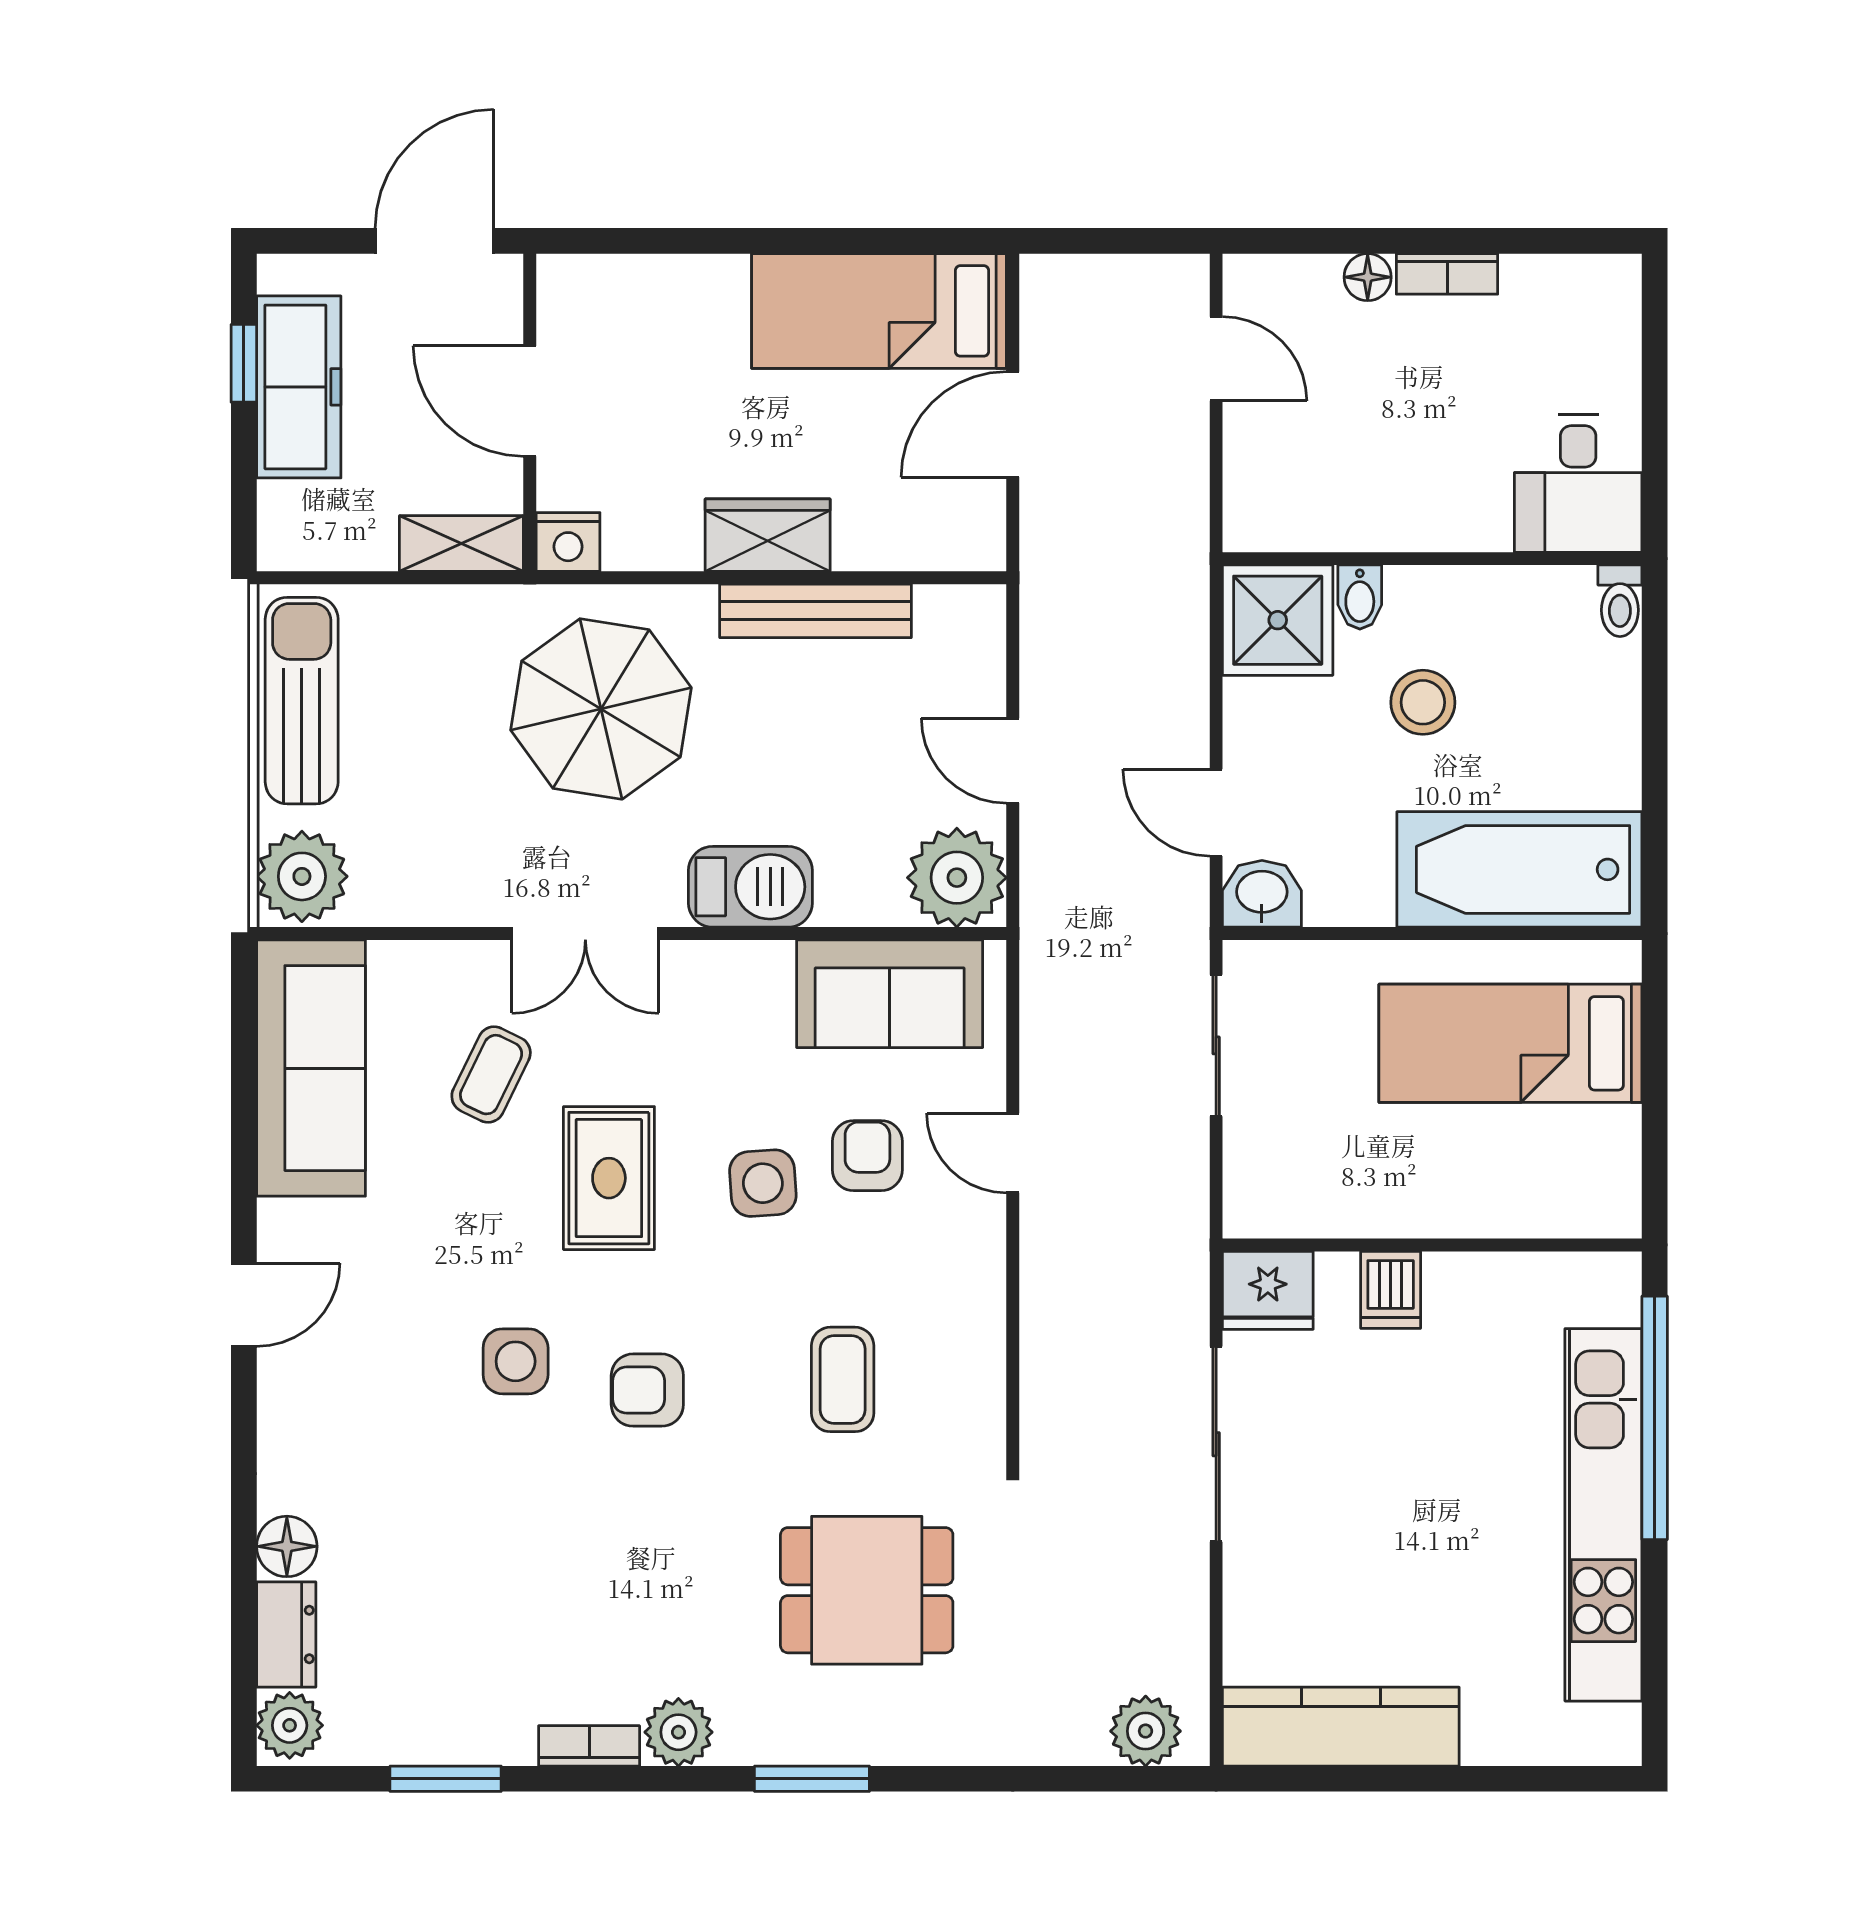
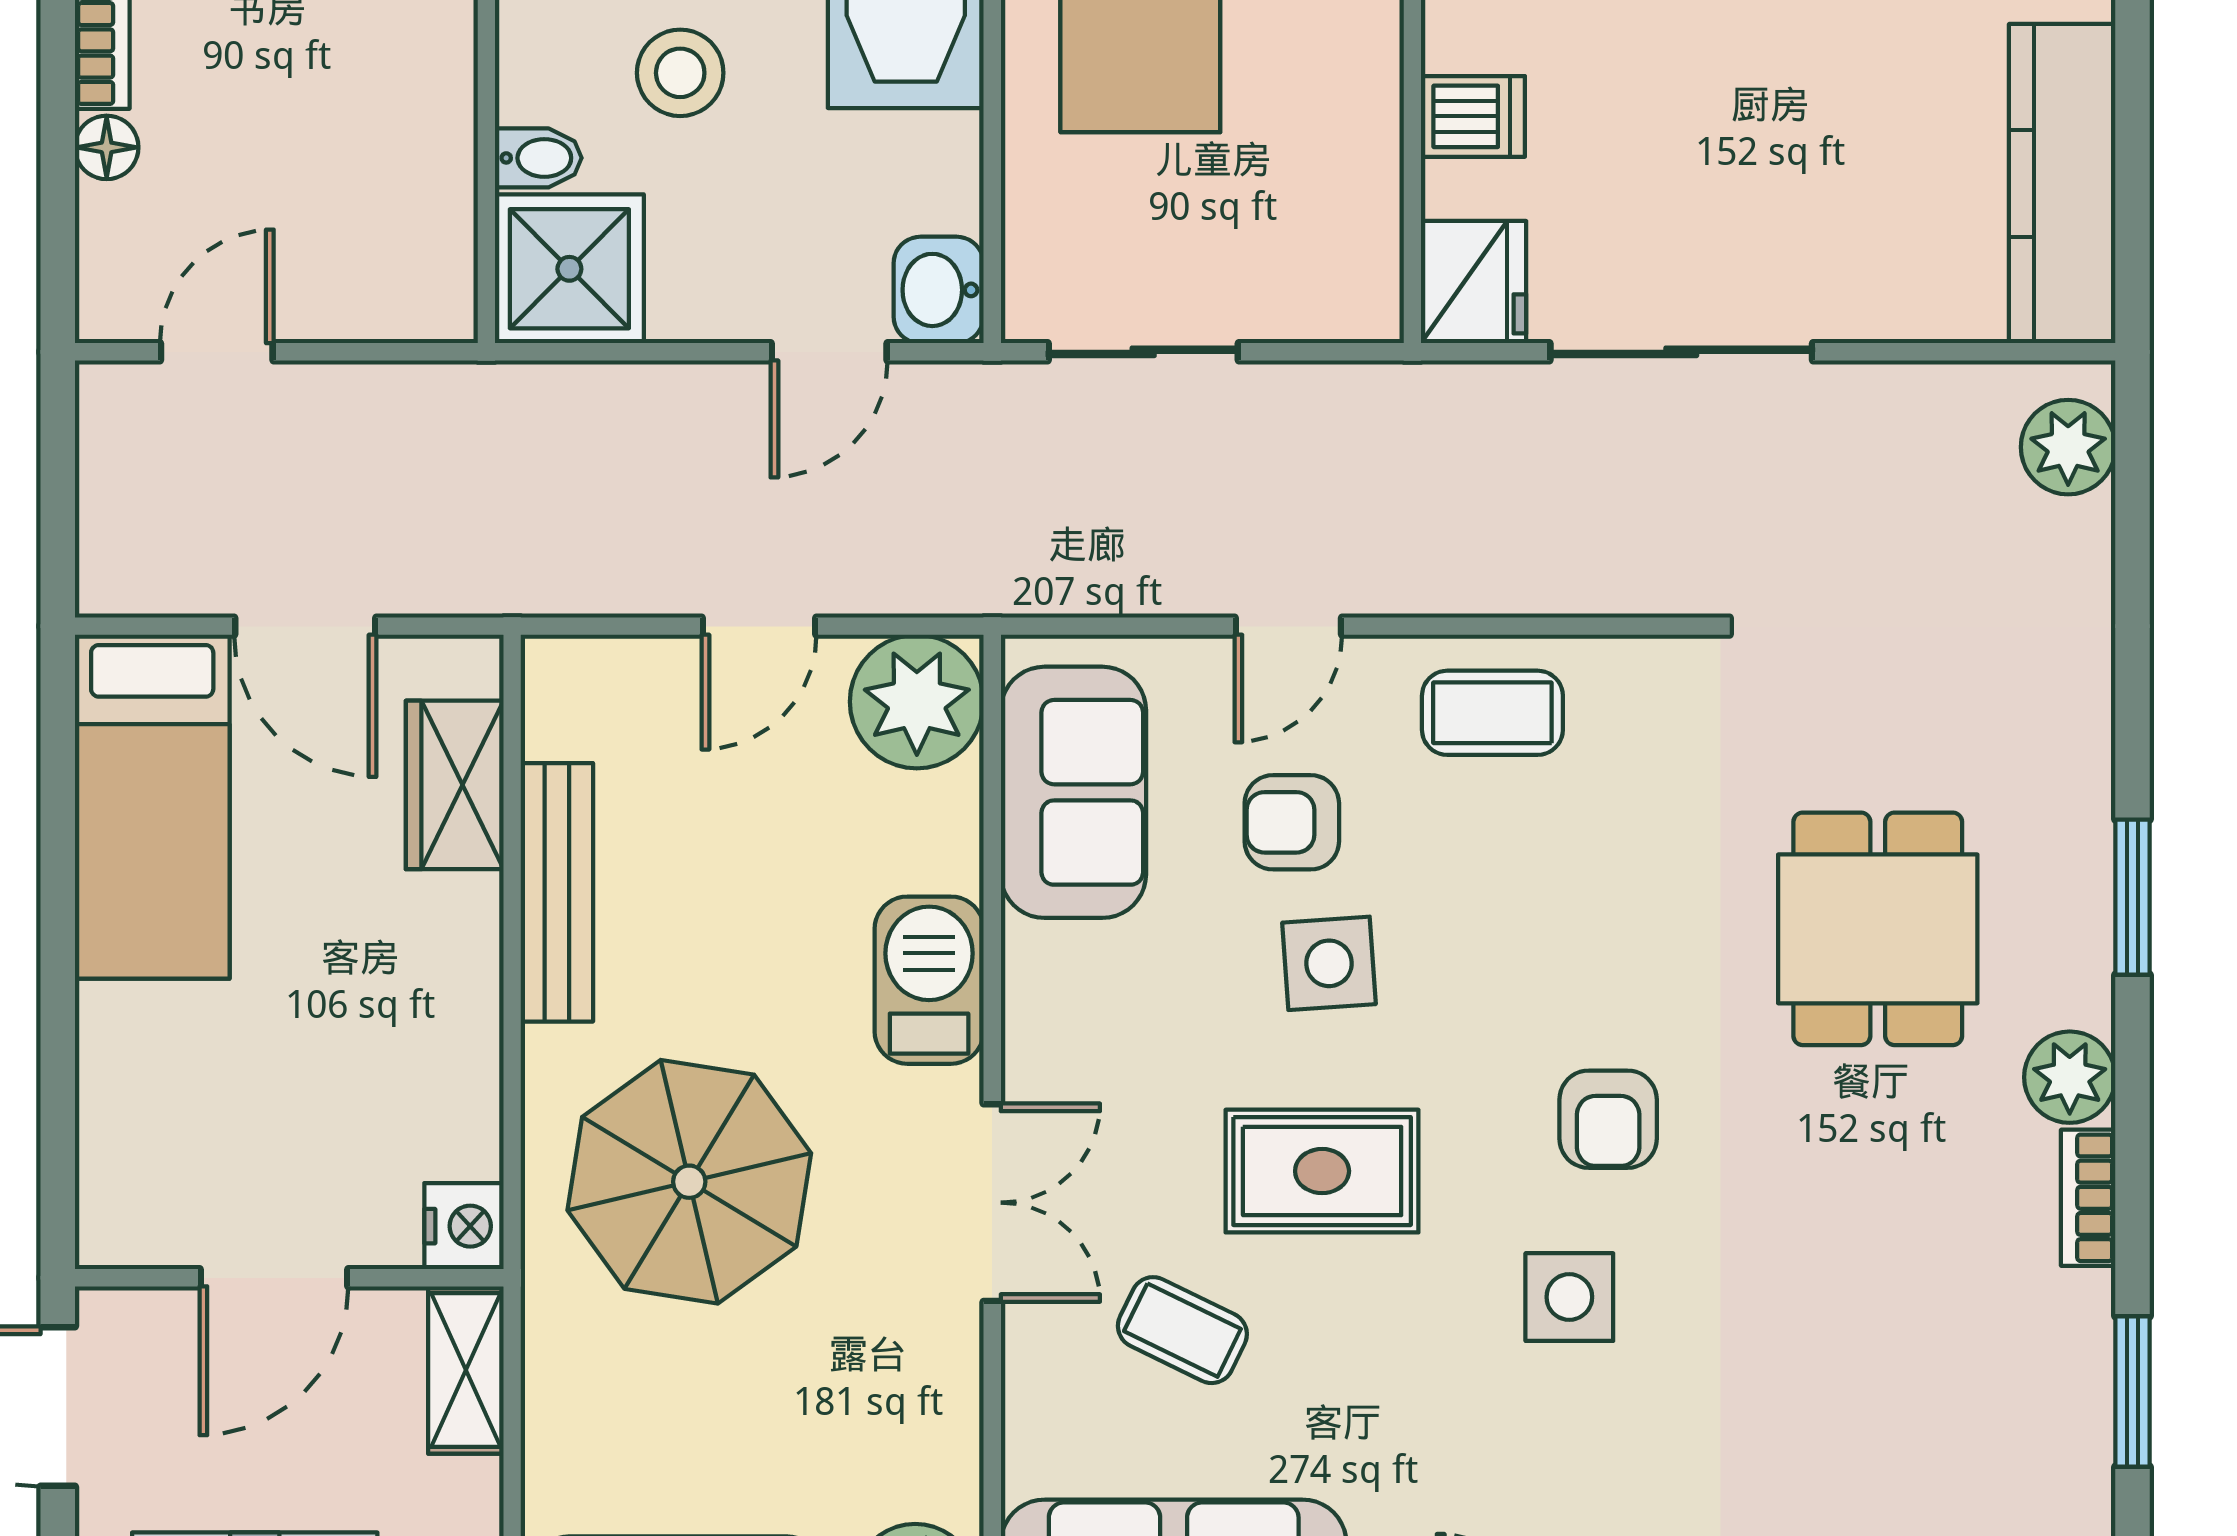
wardrobe: (768, 535) -> (455, 785), moved
coffee table: (843, 1379) -> (1492, 713), moved
dining table: (867, 1590) -> (1878, 929), moved

